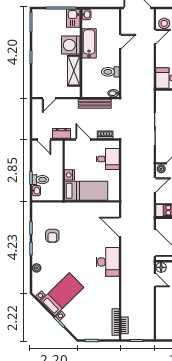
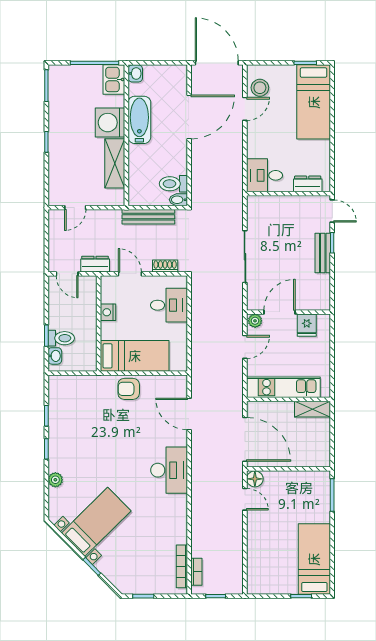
door: (120, 42) -> (189, 117), width x1.88
toilet: (110, 72) -> (173, 184), moved
nightstand: (69, 175) -> (108, 312), moved
armchair: (52, 236) -> (129, 389), moved, turned 90

